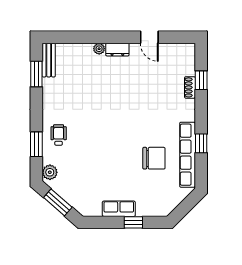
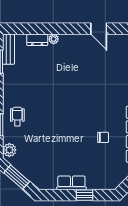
dresser: (117, 50) -> (37, 40), moved
chair: (154, 158) -> (103, 137), width x0.54, depth x0.54

